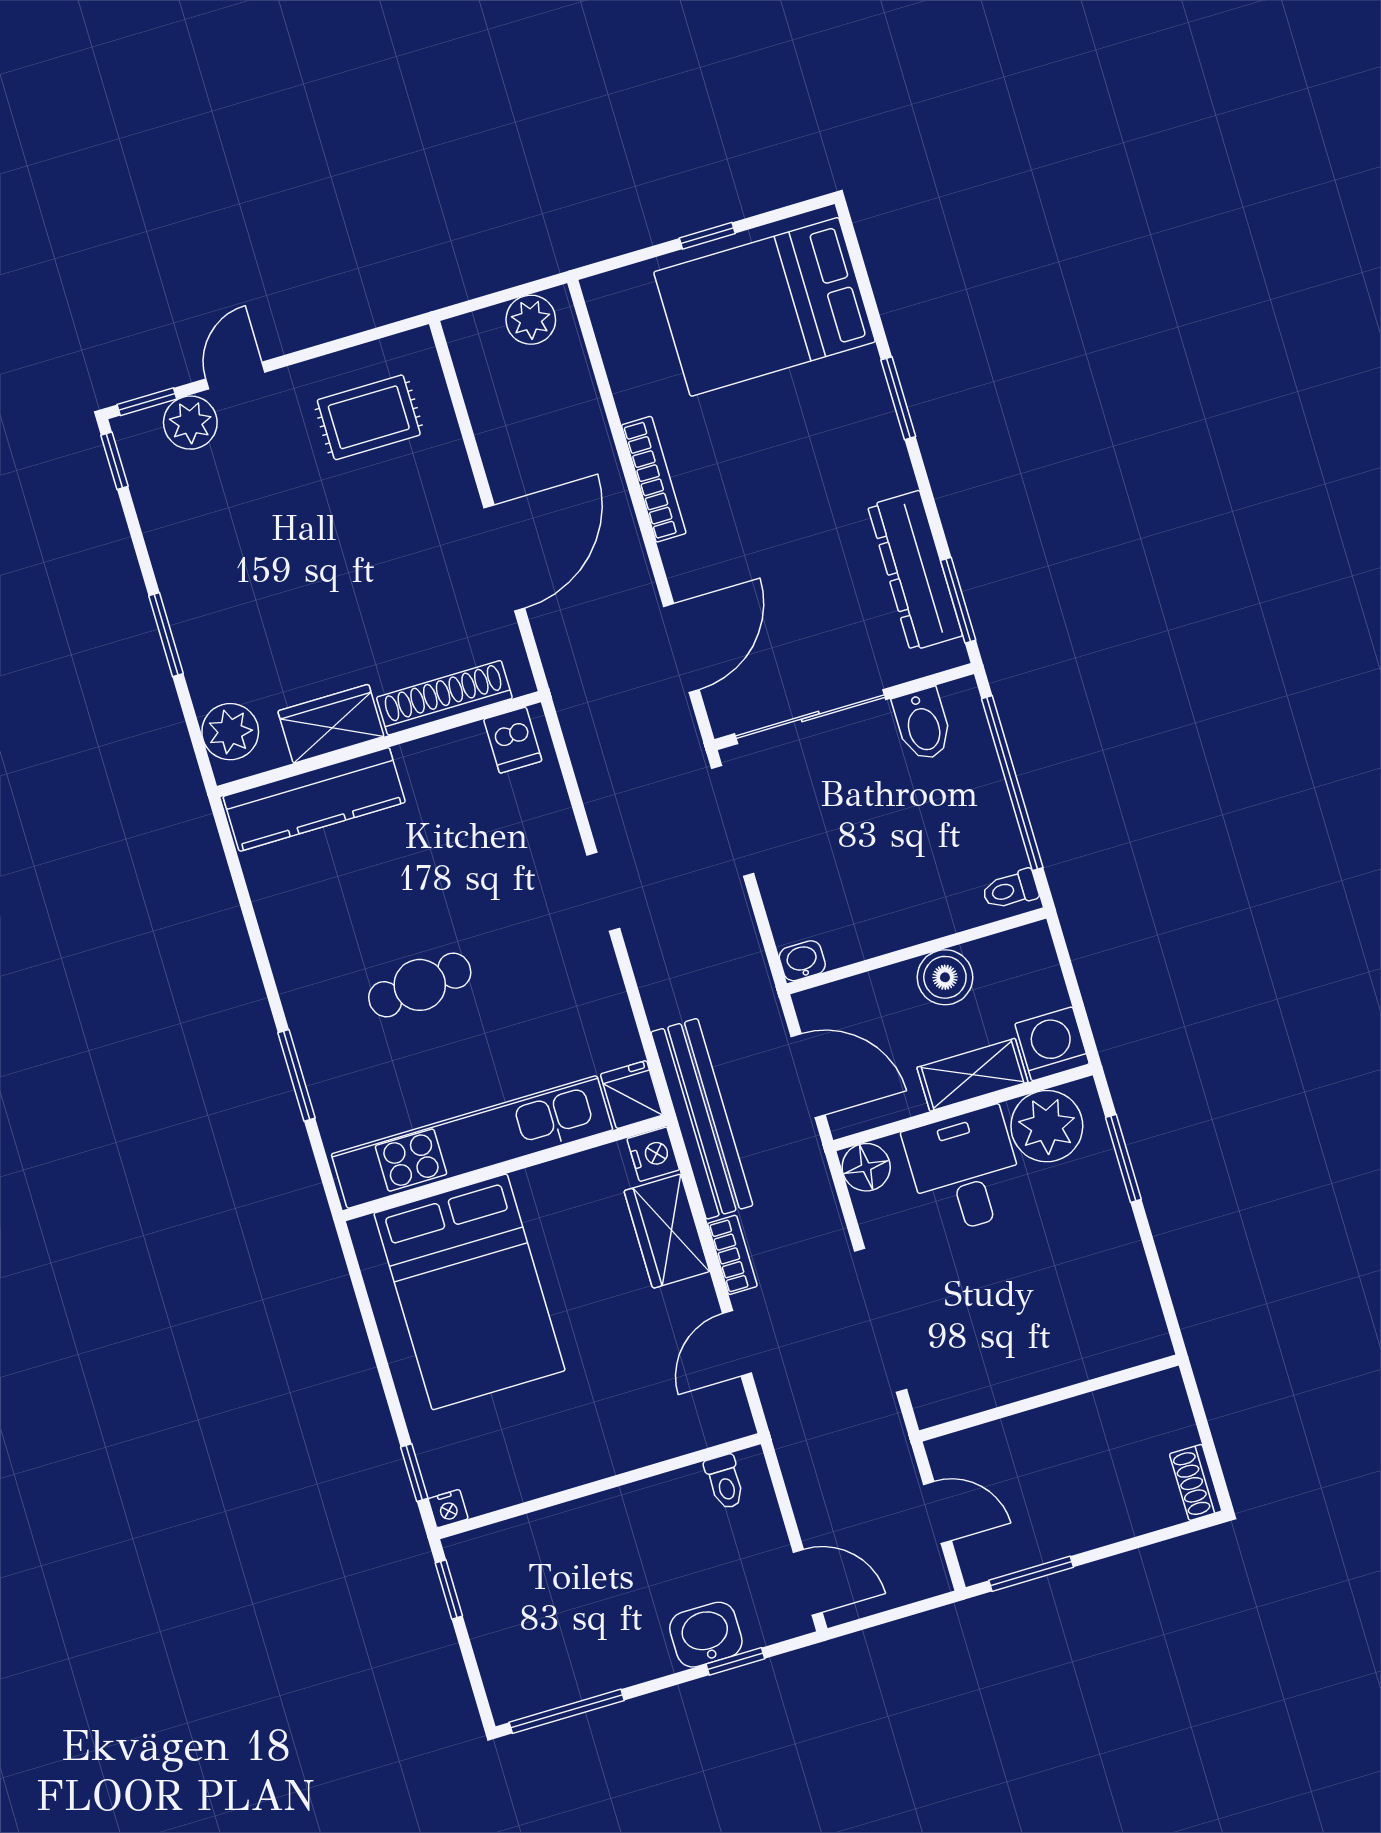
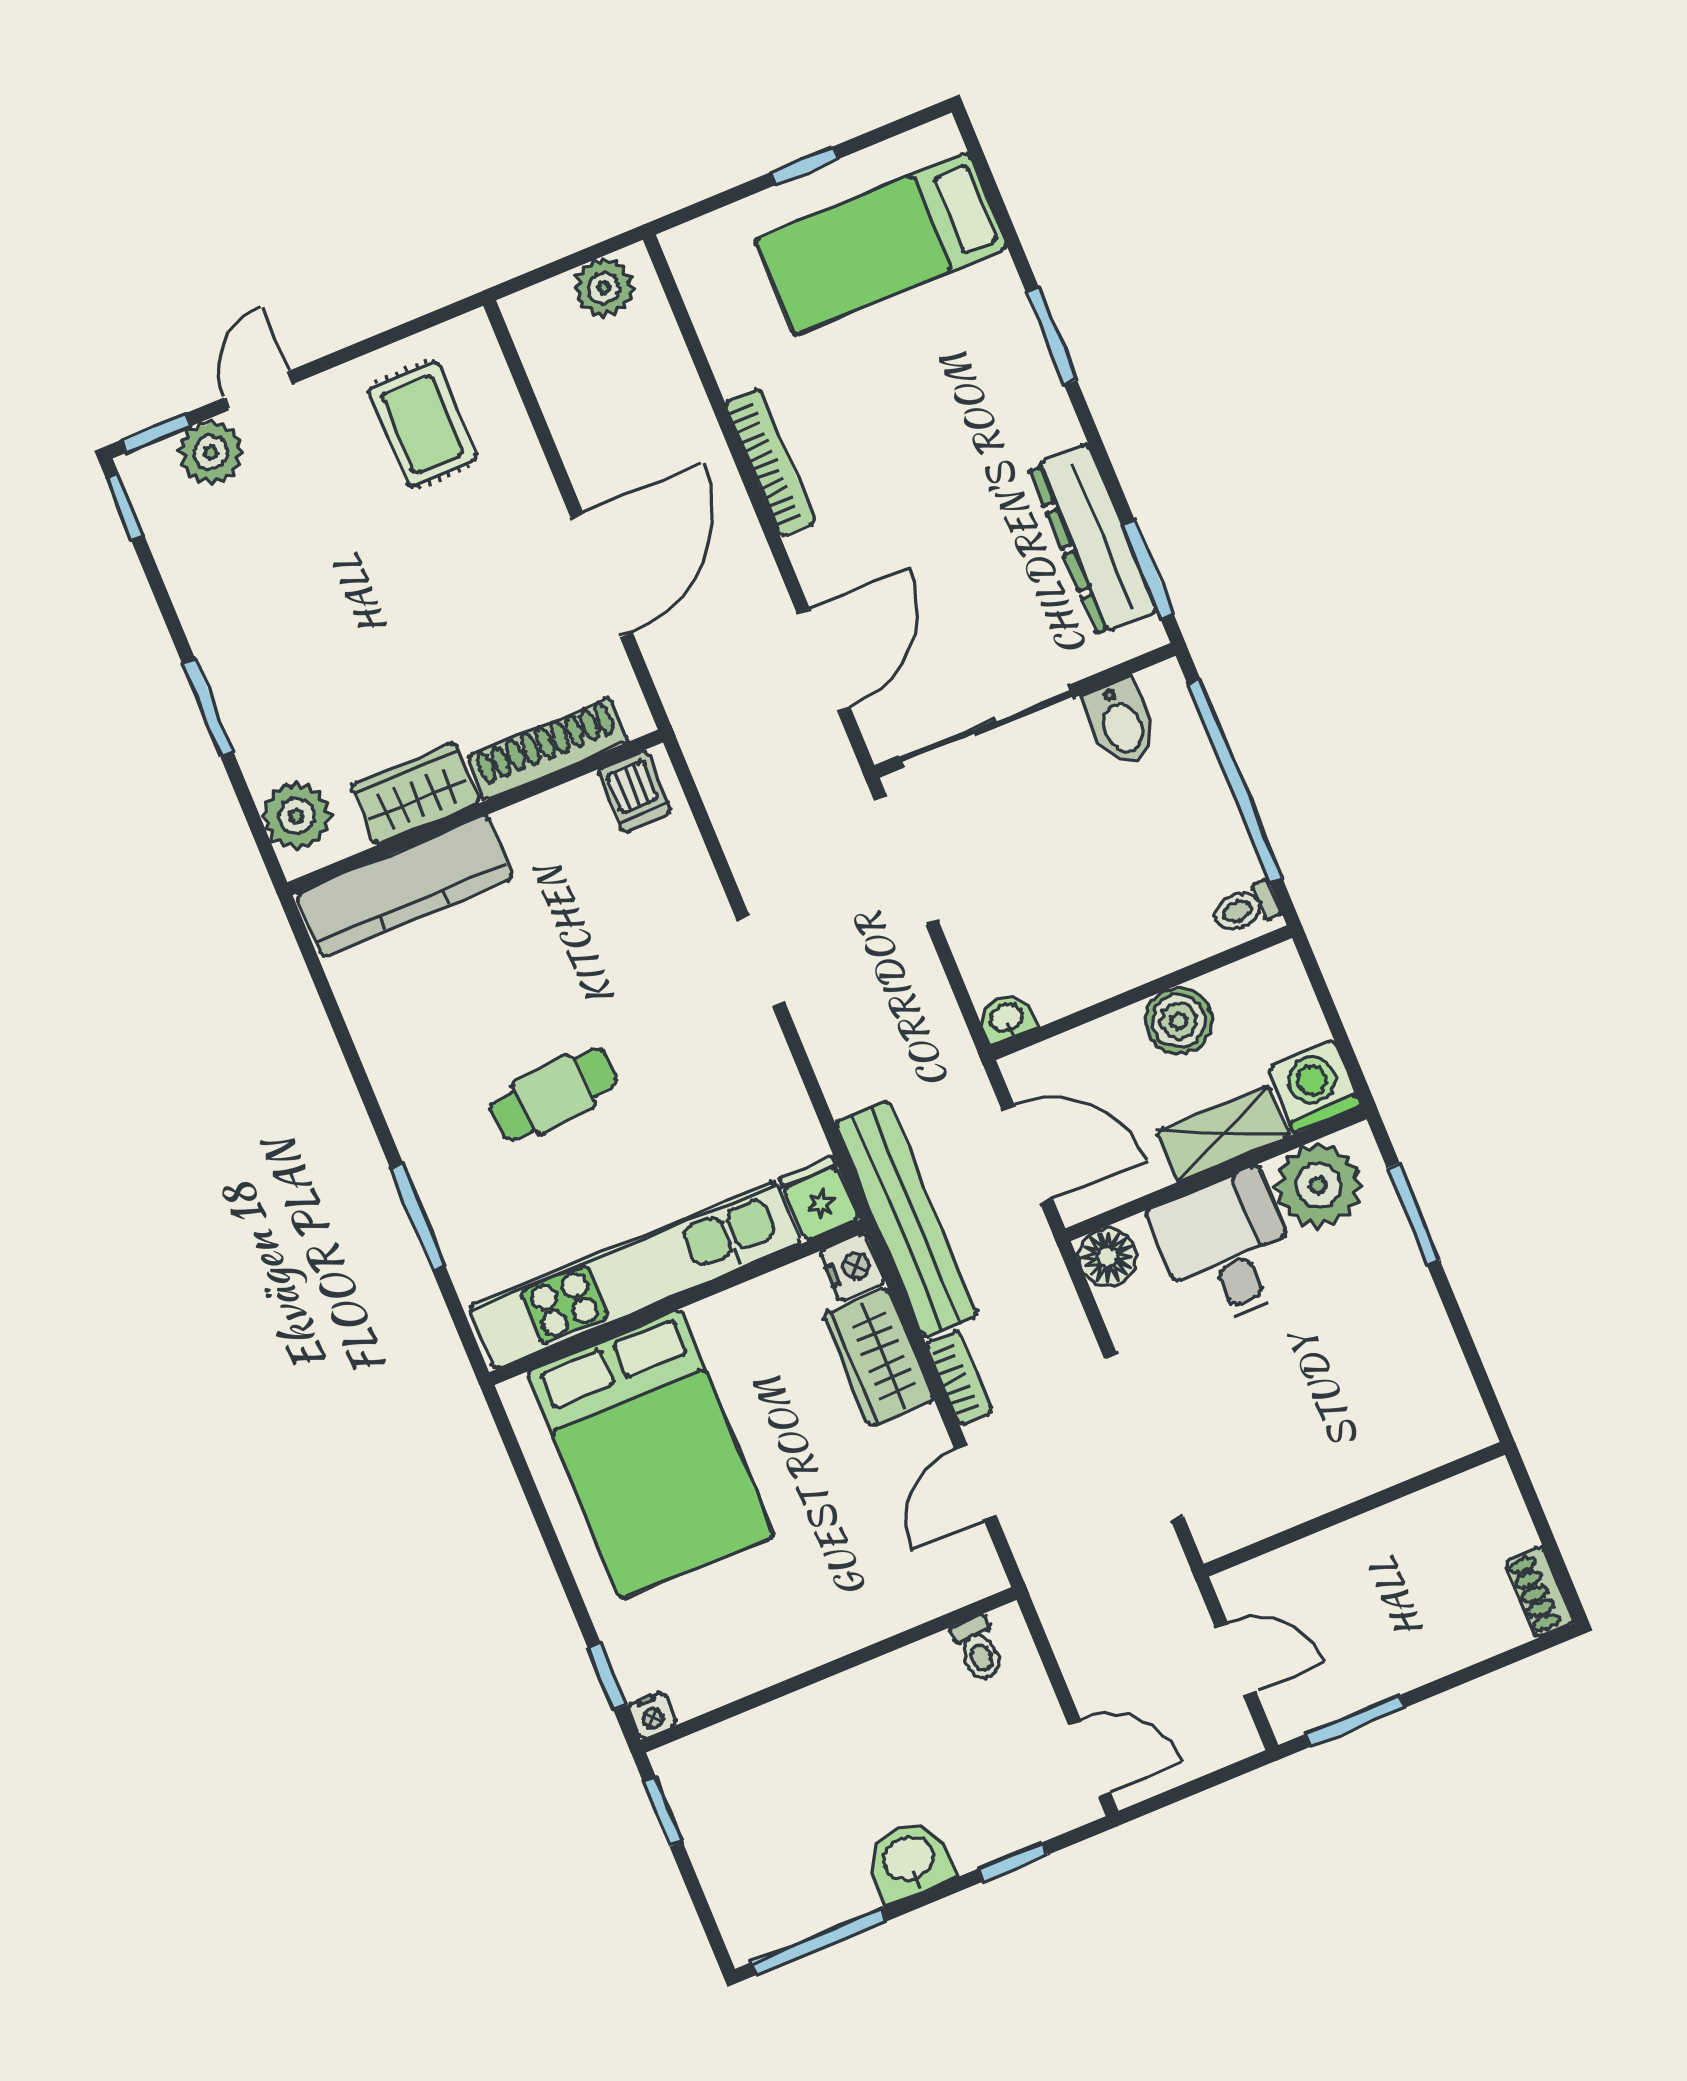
bed: (765, 307) -> (881, 244), width x0.67
rug: (369, 417) -> (423, 424), turned 90
washbasin: (706, 1635) -> (909, 1861), moved

